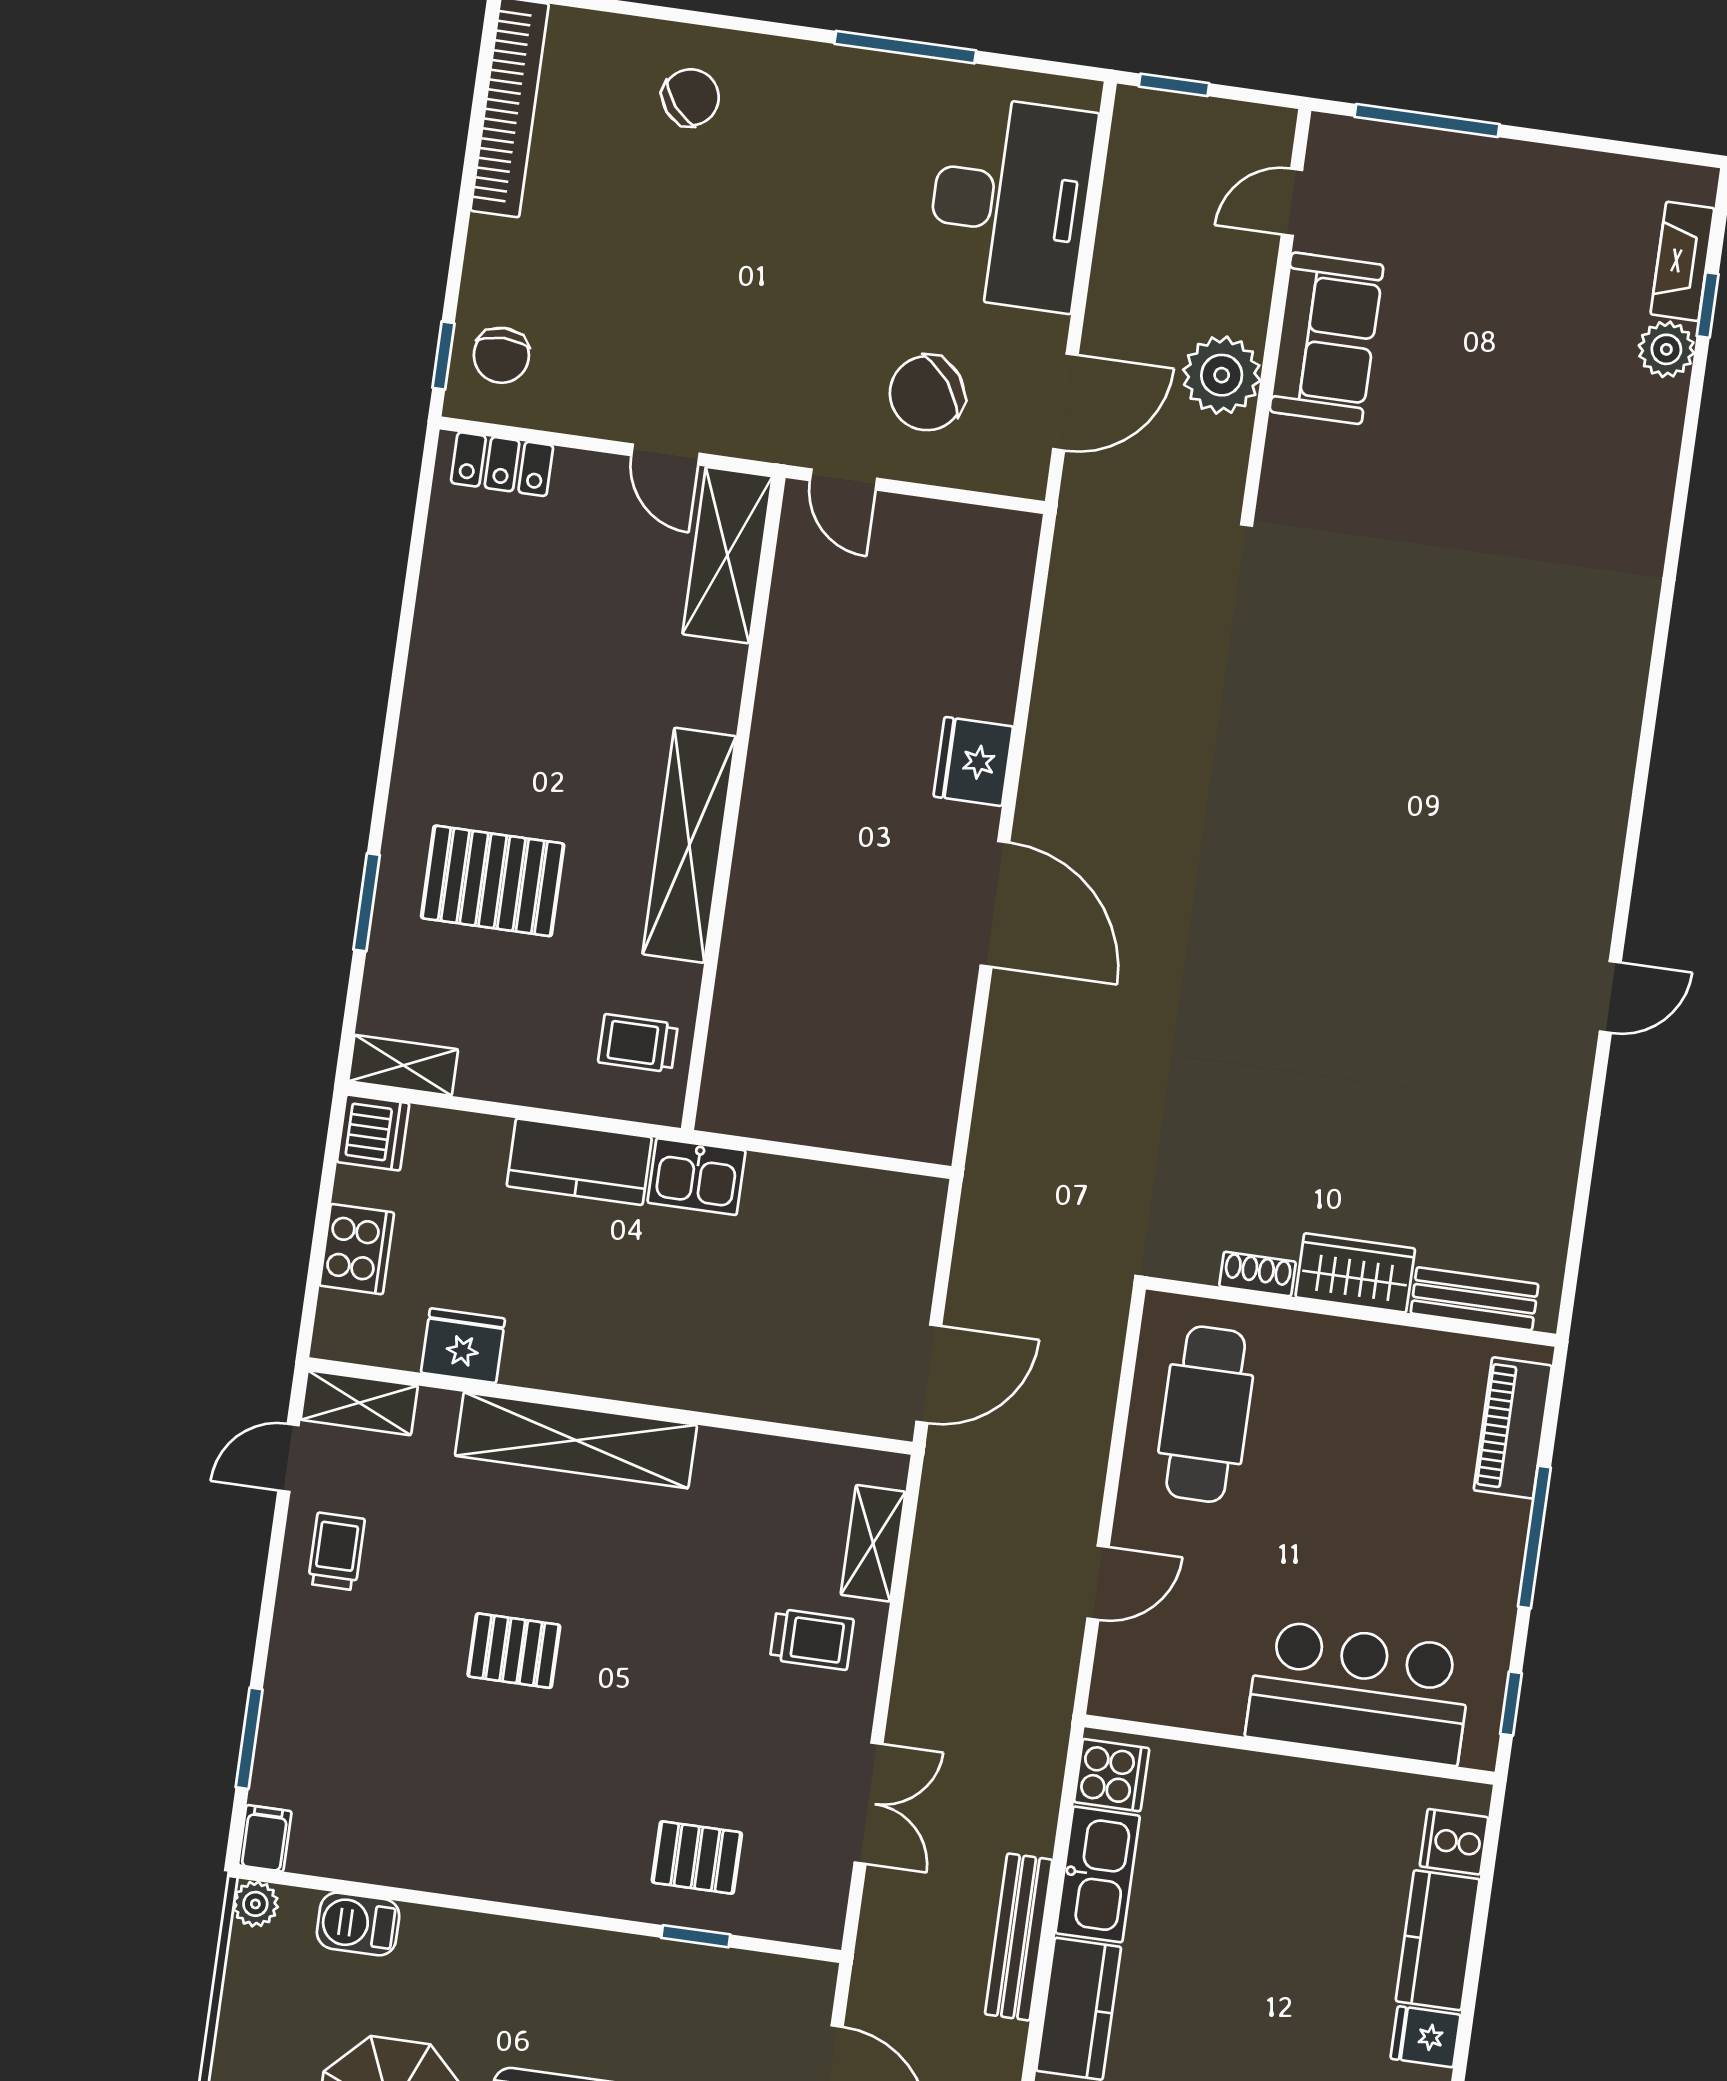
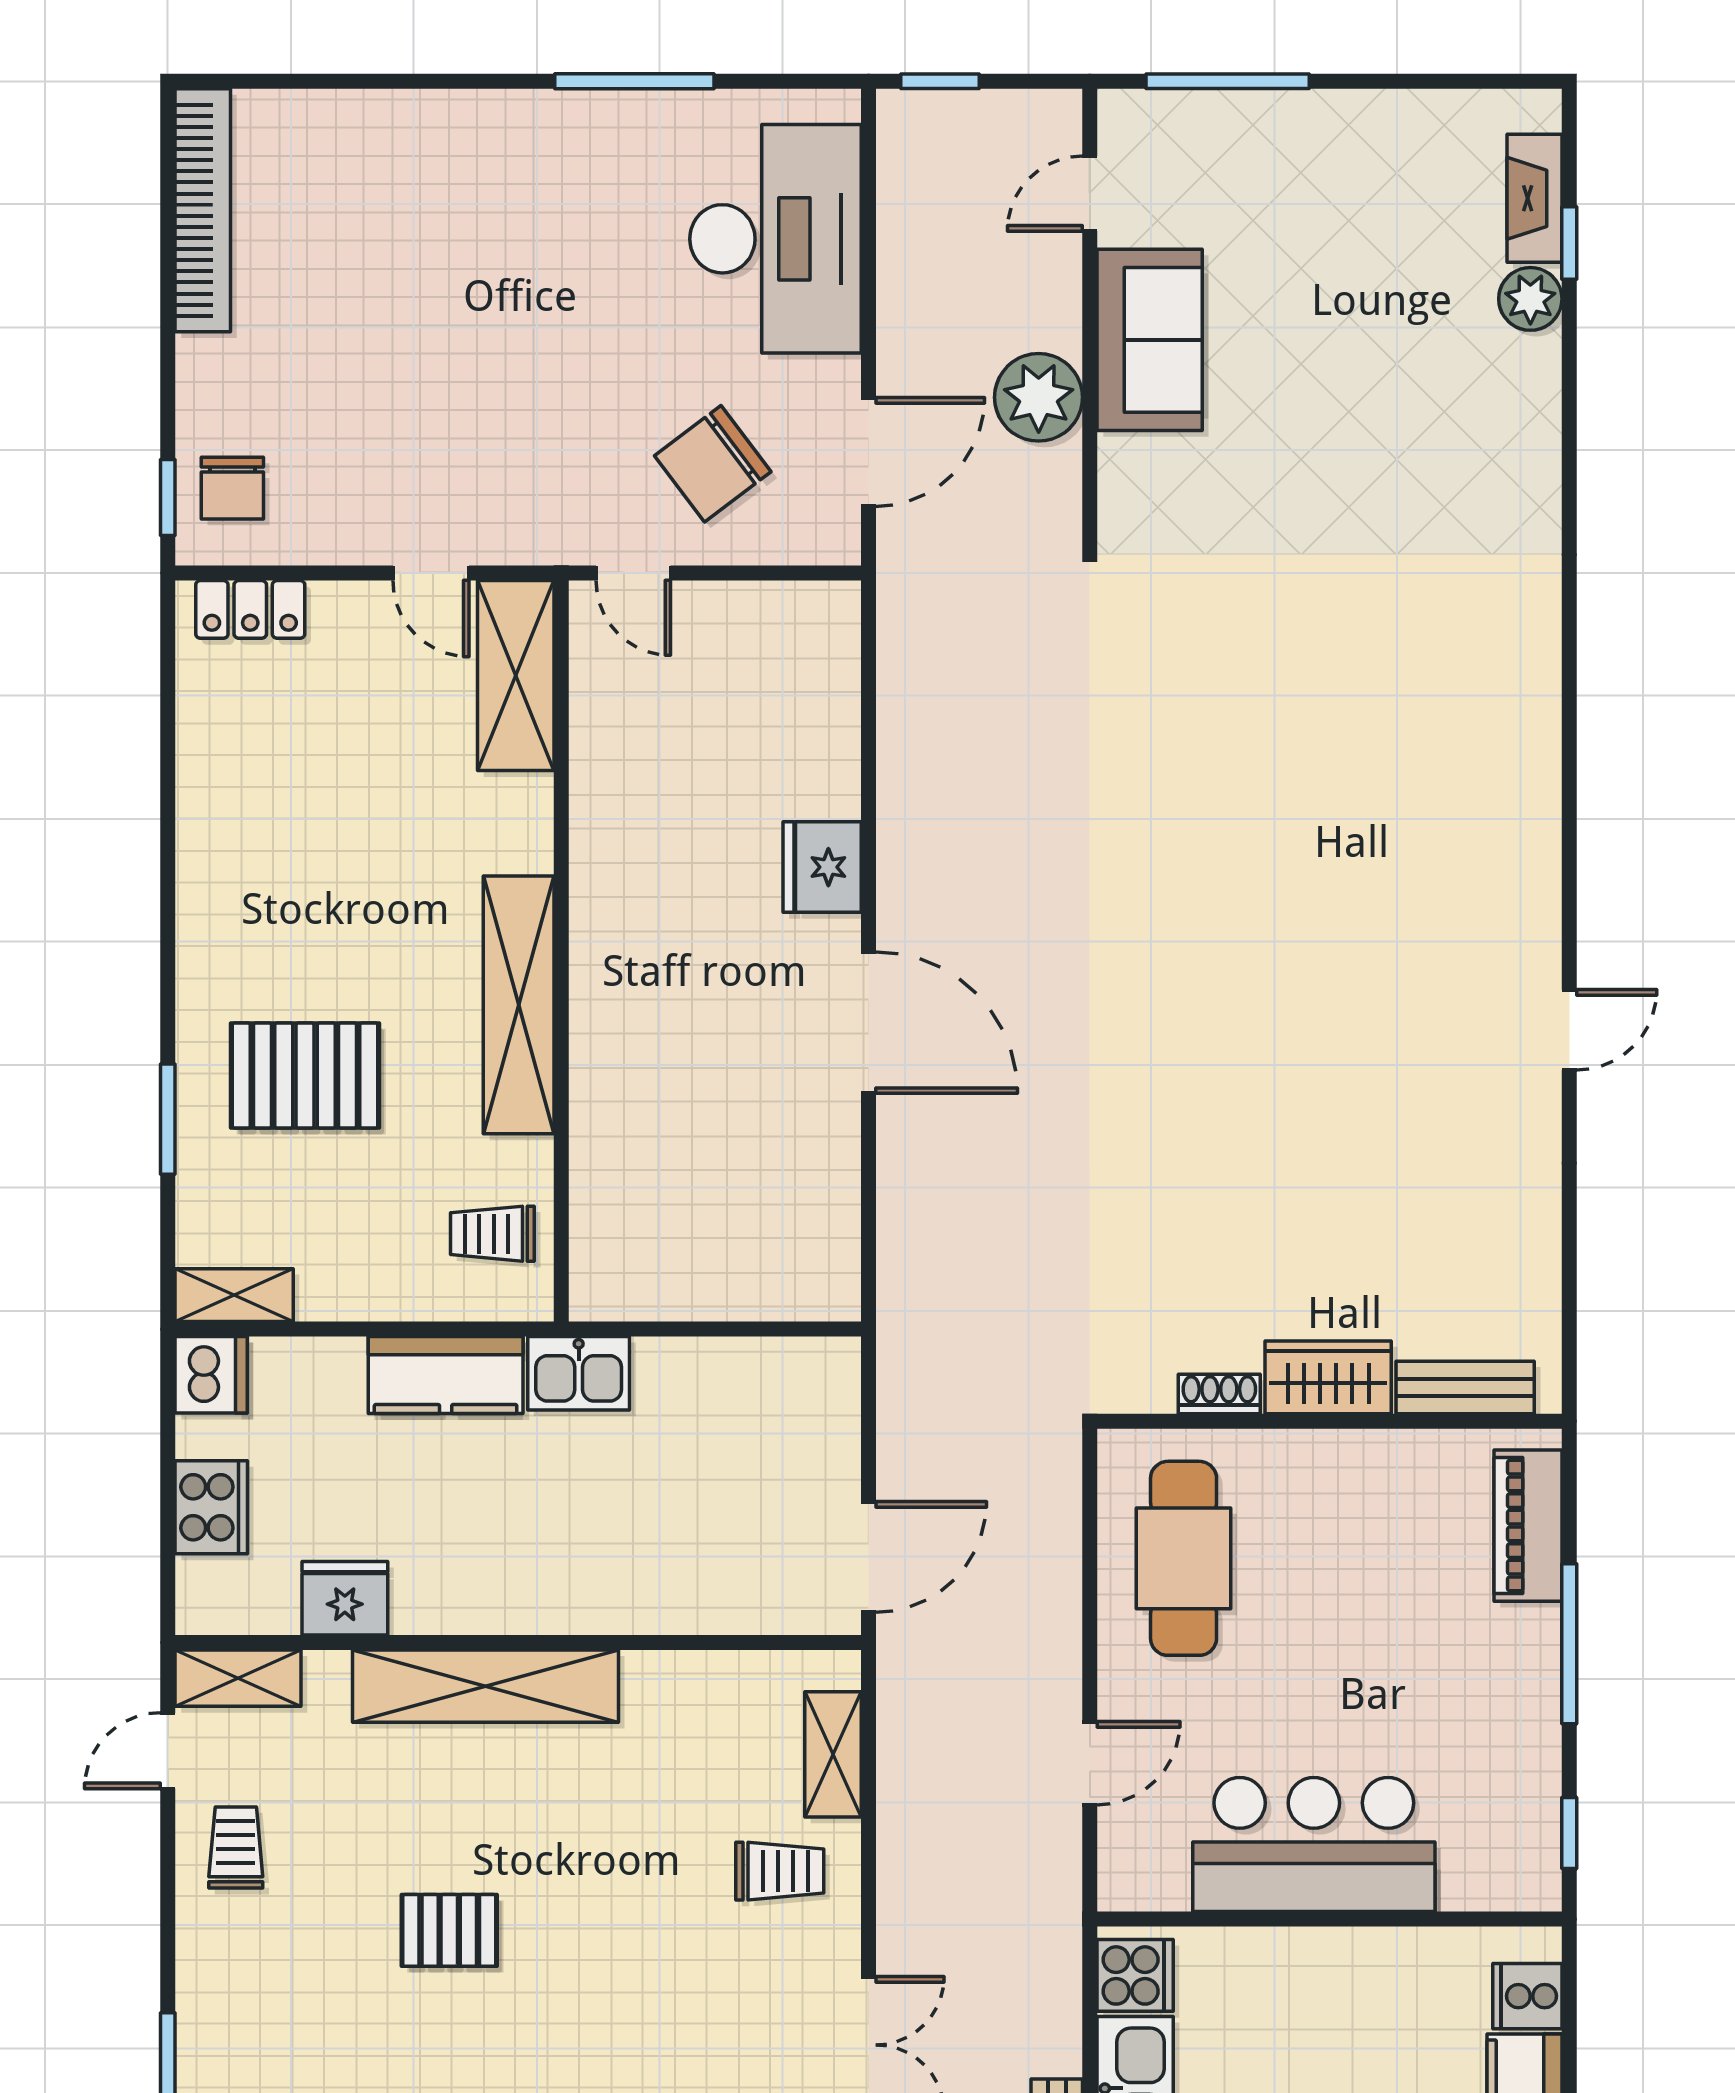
chair: (691, 97) -> (403, 171), removed
bar counter: (1359, 1692) -> (1314, 1845), moved

